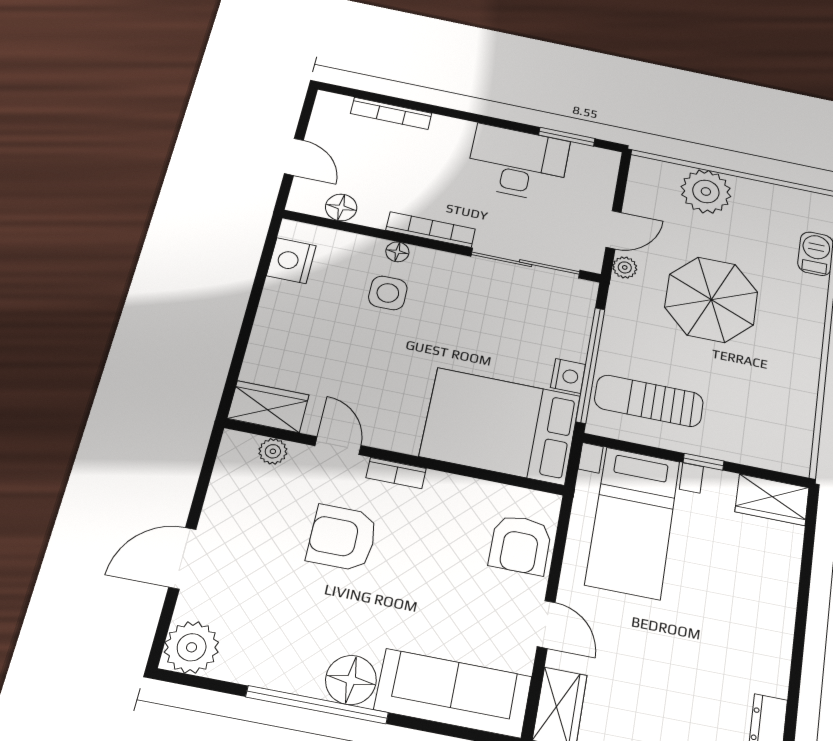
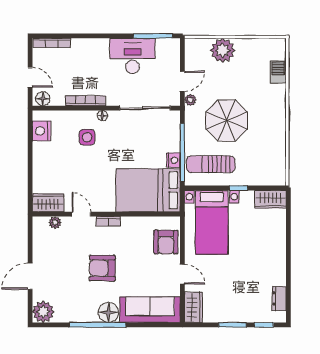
bookcase: (391, 113) -> (52, 43), moved
window: (567, 137) -> (153, 36), width x1.44
floor lamp: (341, 207) -> (43, 99), moved
bookcase: (431, 230) -> (85, 101), moved
floor lamp: (397, 252) -> (102, 116), moved
parasol: (711, 299) -> (227, 120), moved
armchair: (342, 538) -> (102, 268), moved

